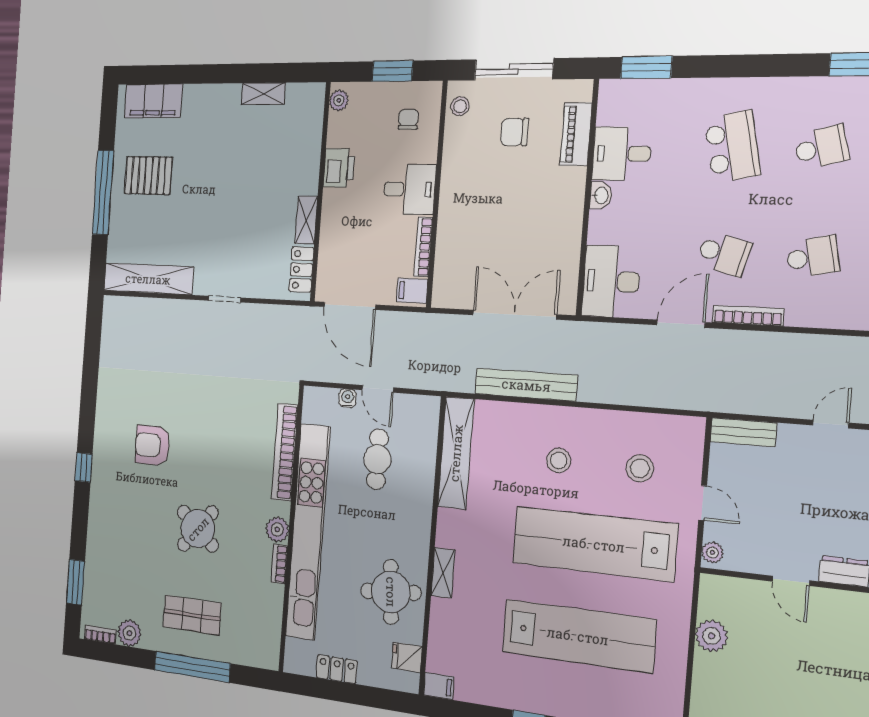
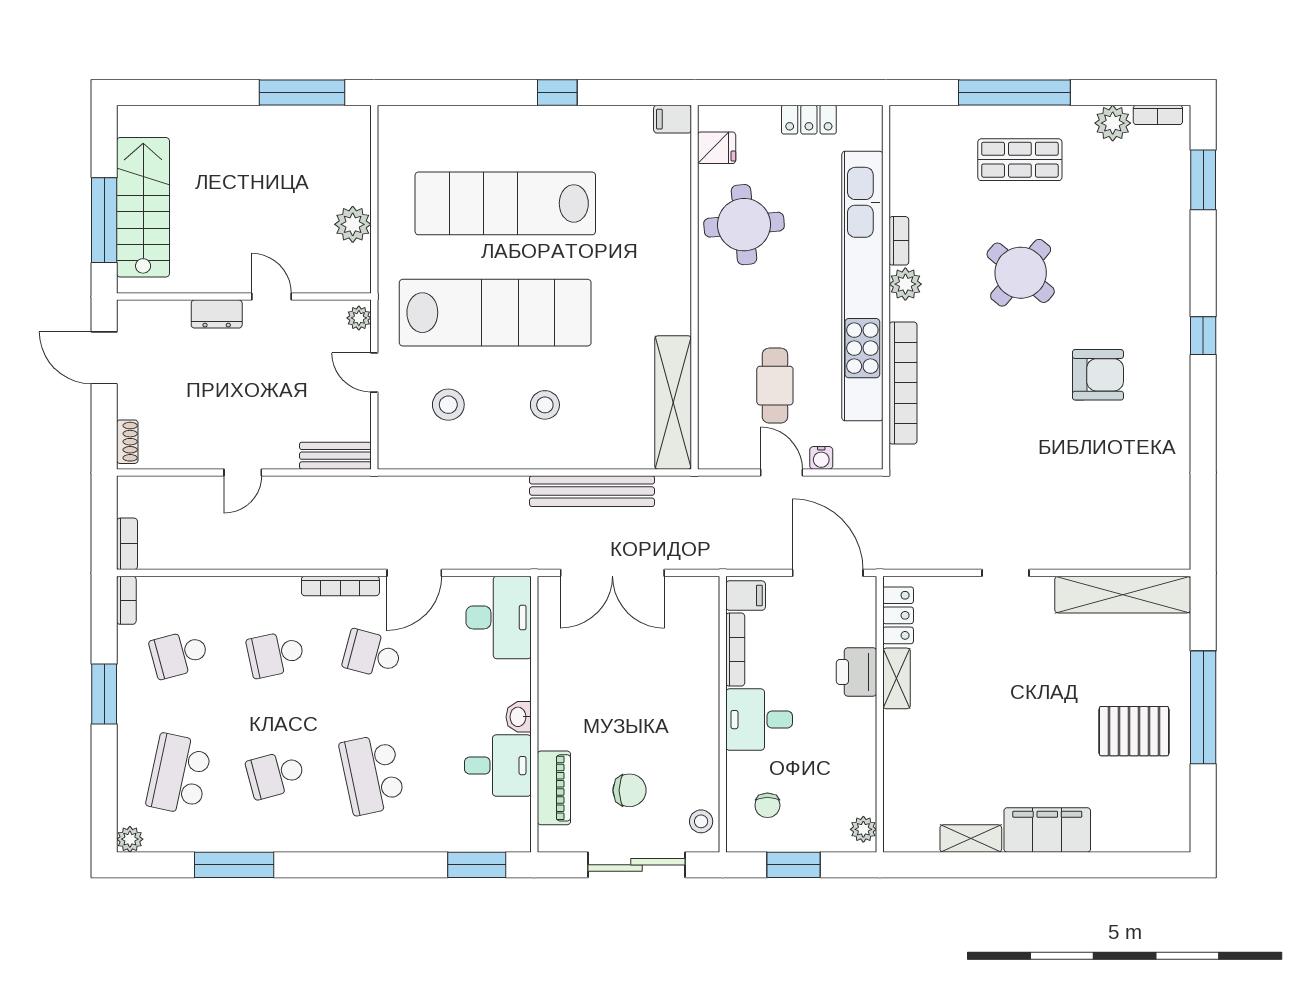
filing cabinet: (153, 101) -> (1047, 830), moved
printer: (339, 168) -> (856, 672), moved
shelving: (443, 573) -> (678, 256), removed

